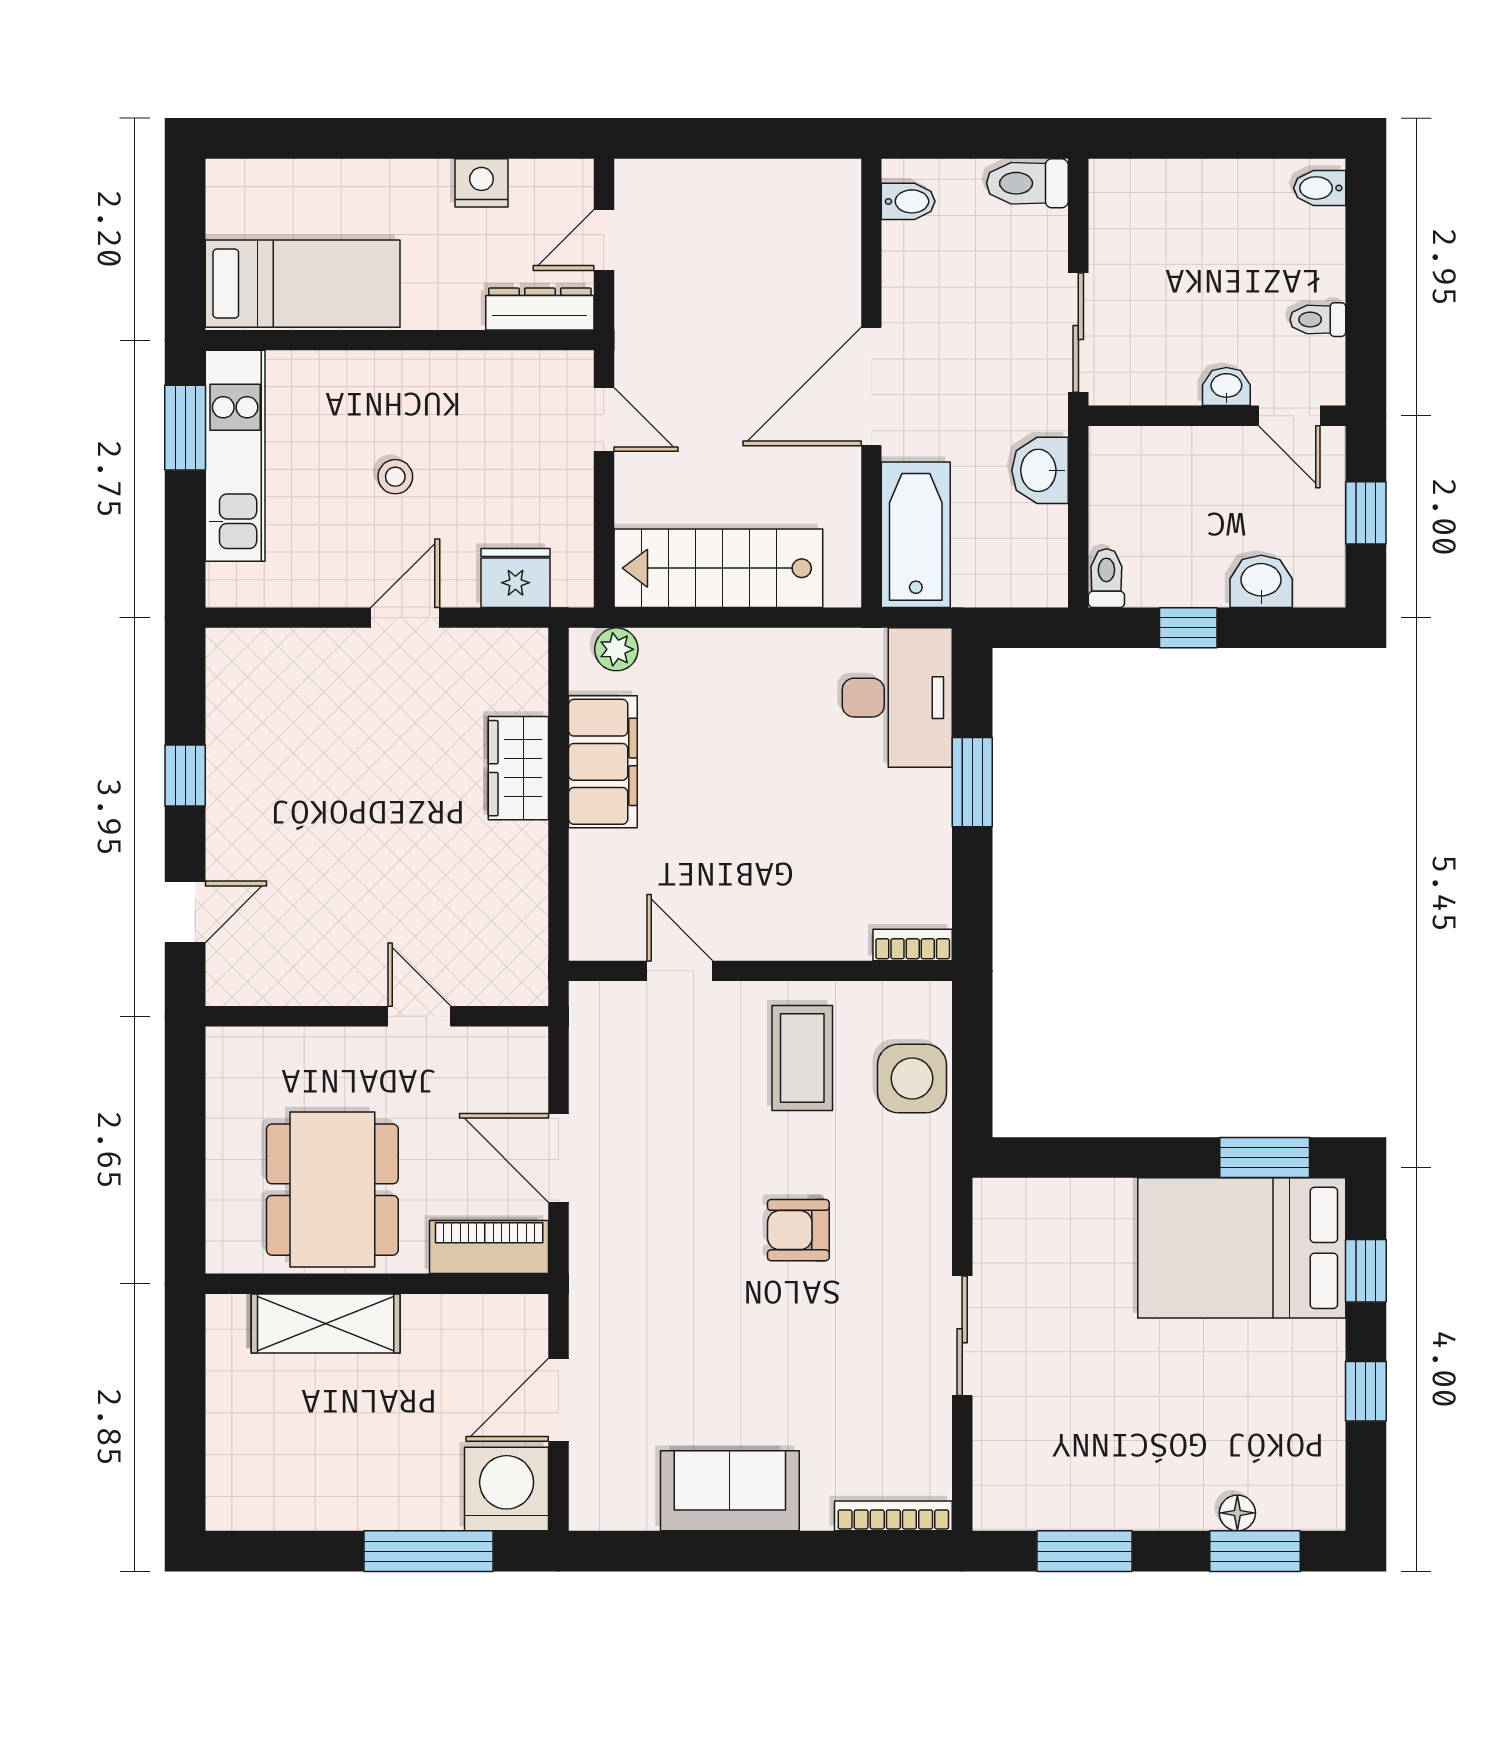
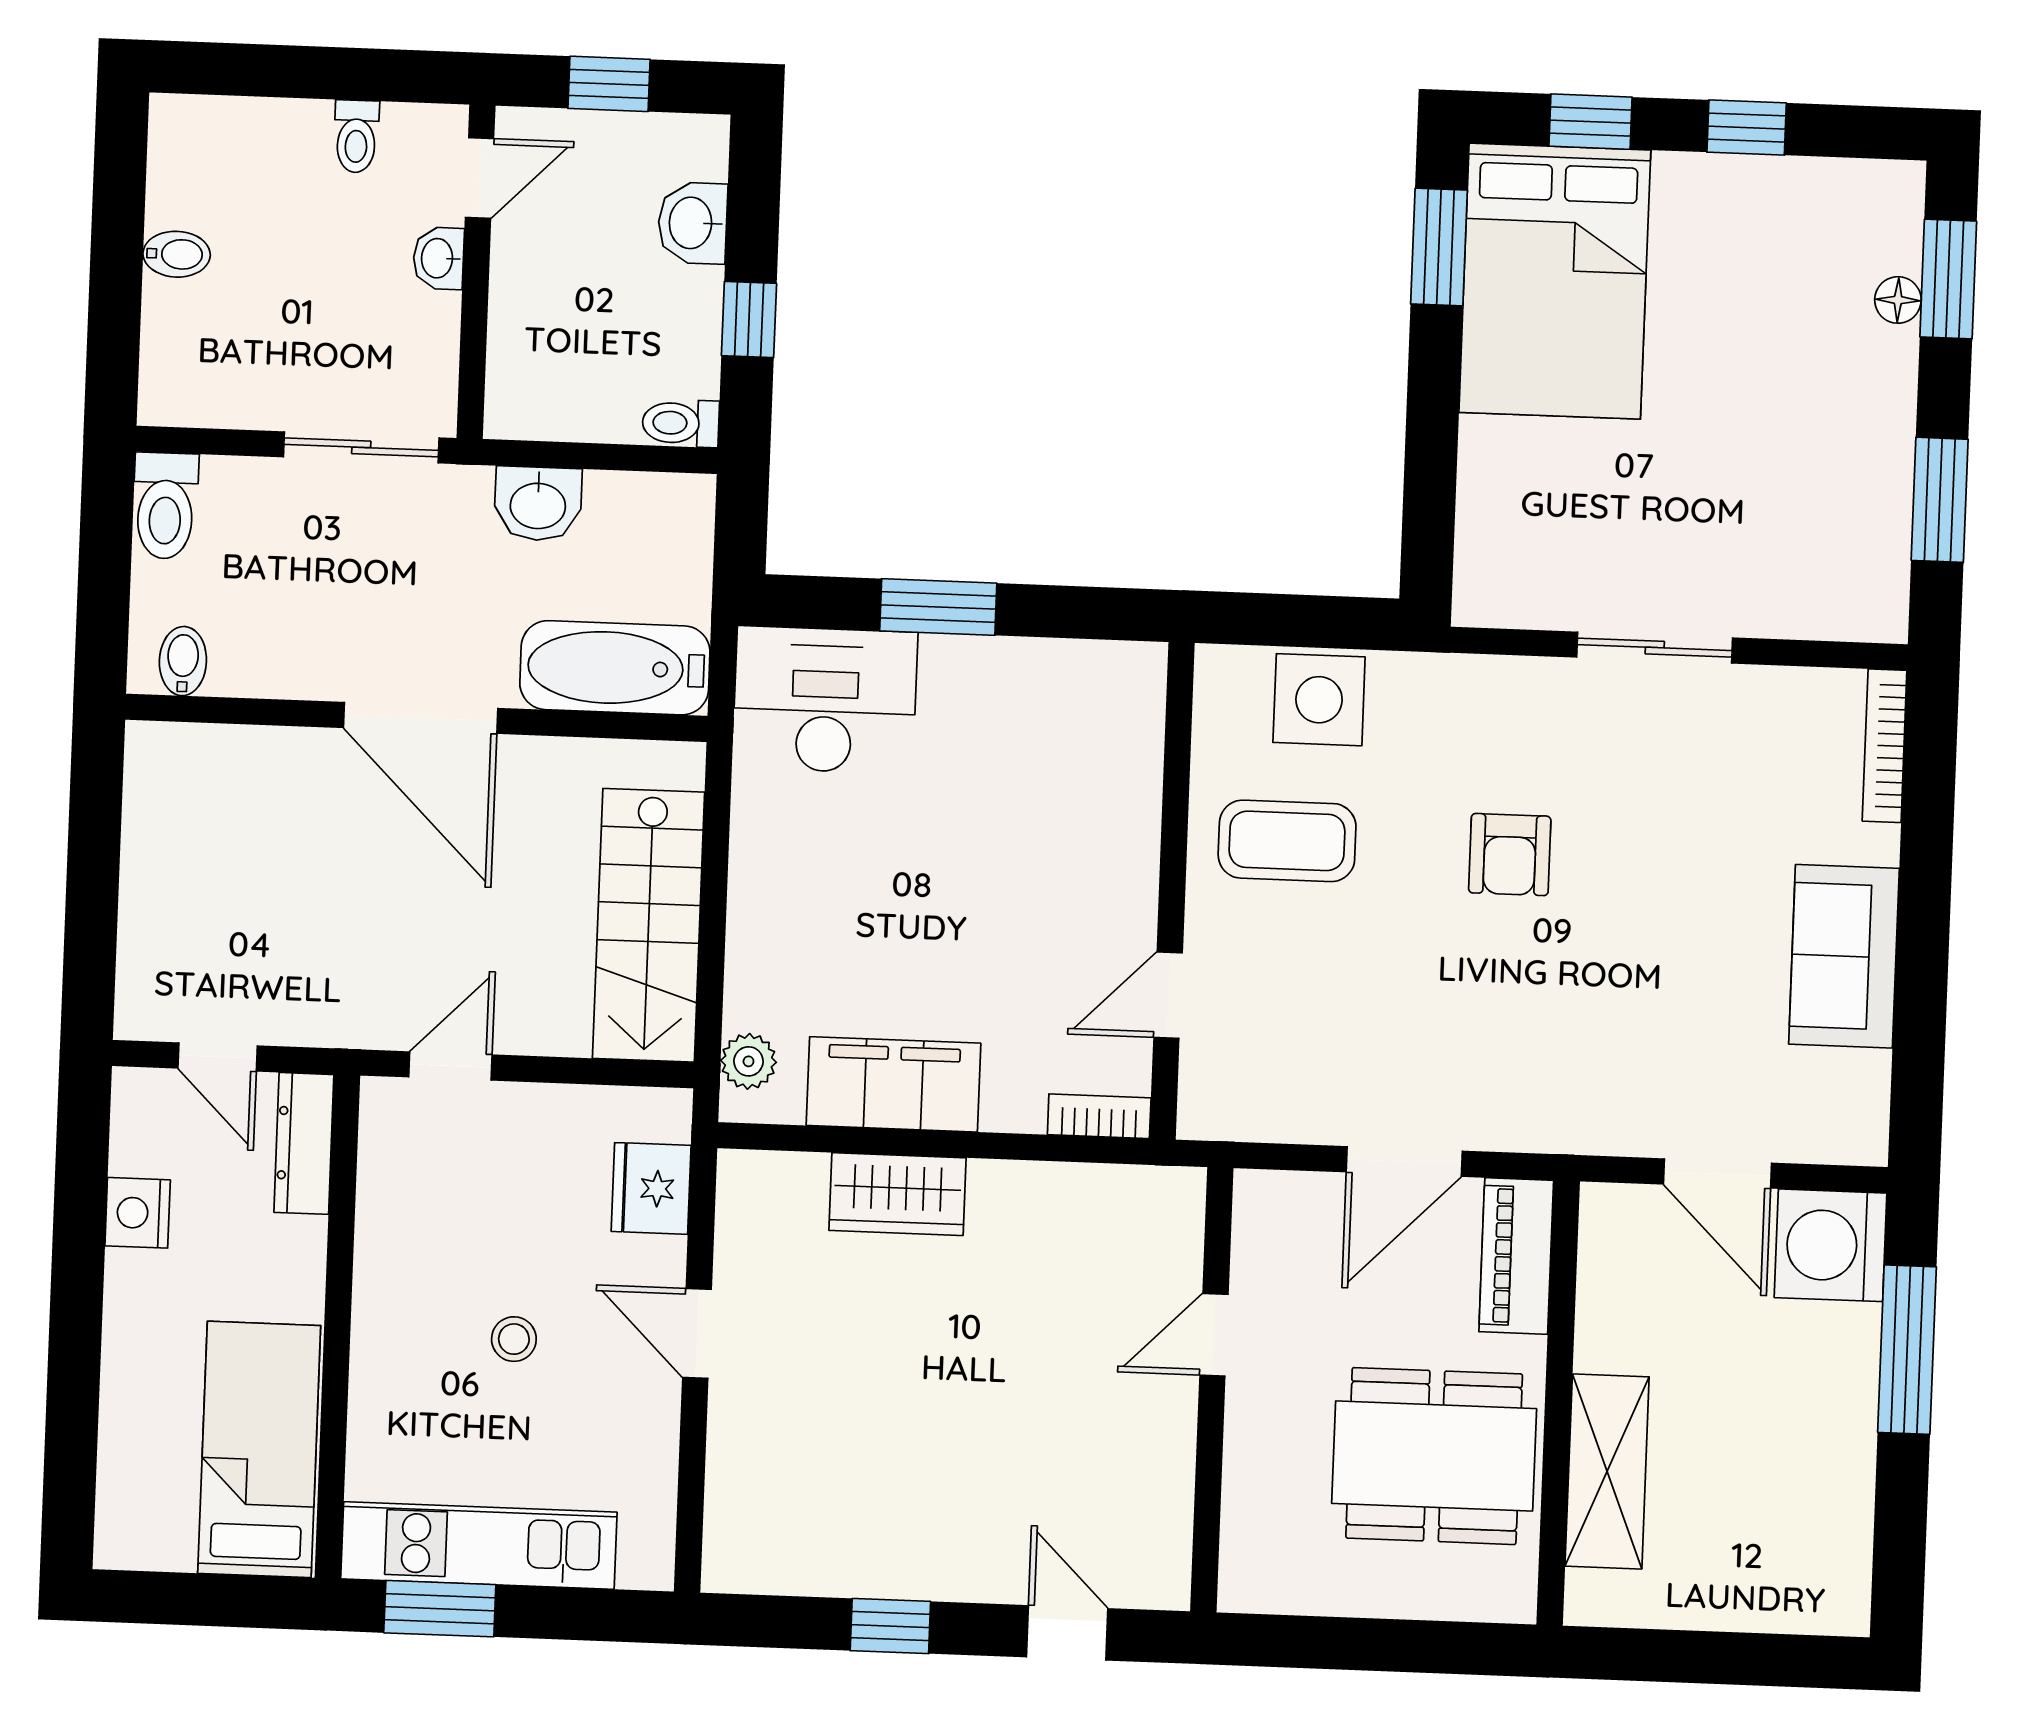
bidet: (1320, 188) -> (177, 254), moved, turned -90
bookcase: (913, 945) -> (1099, 1116), moved, turned 90

